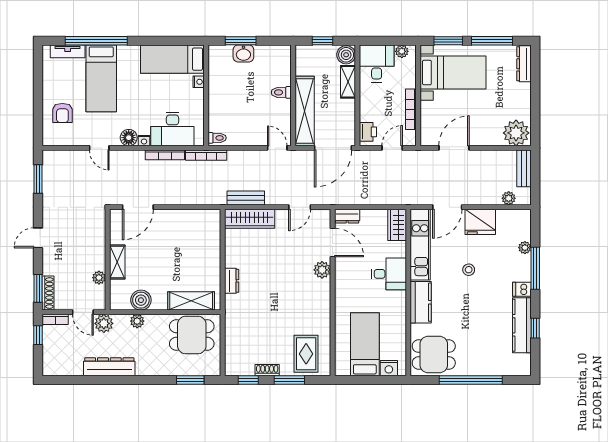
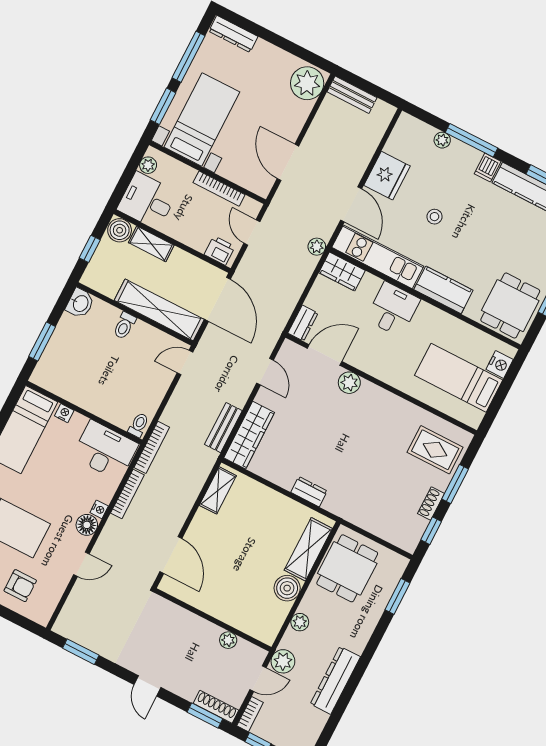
washbasin: (243, 53) -> (80, 303), moved
desk: (172, 129) -> (105, 450), moved, turned -90
plant: (509, 198) -> (317, 247), moved
shelving: (117, 262) -> (218, 490), moved, turned 90
boiler: (141, 300) -> (287, 588), moved

